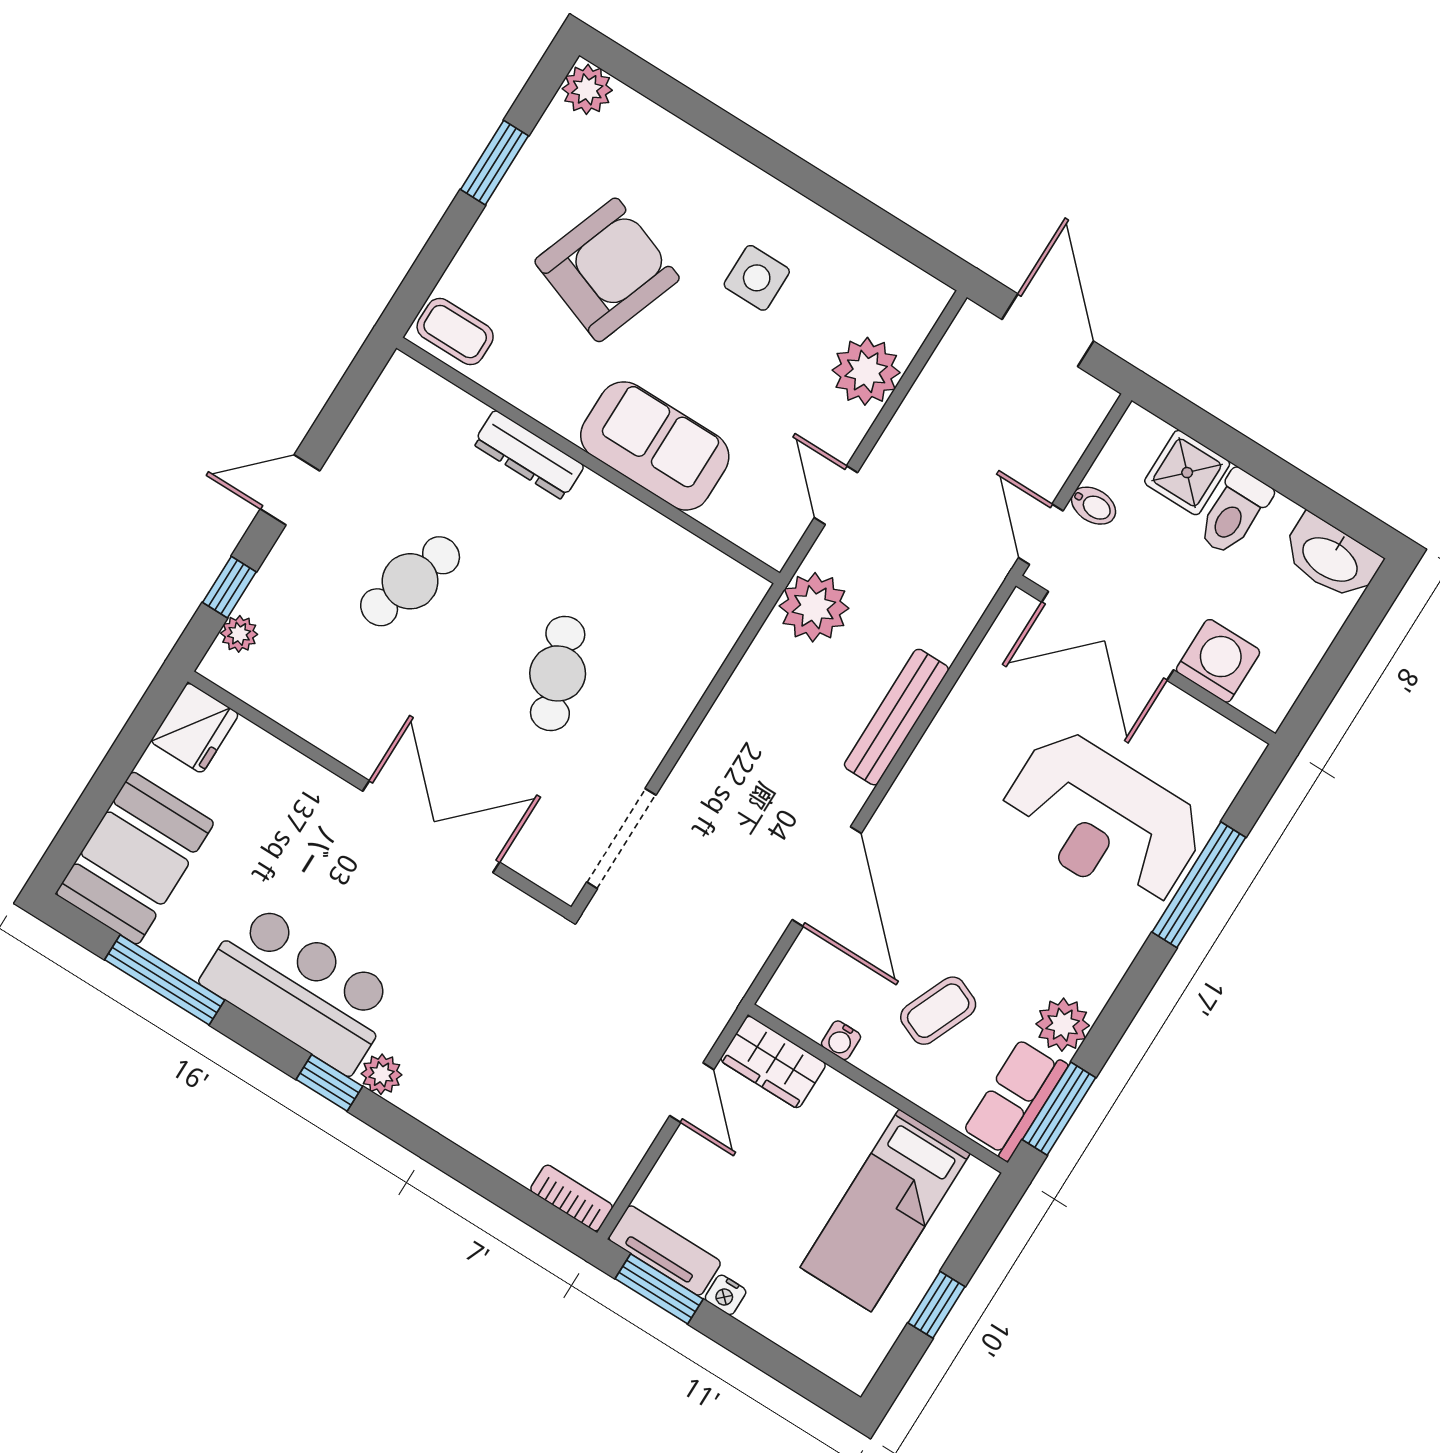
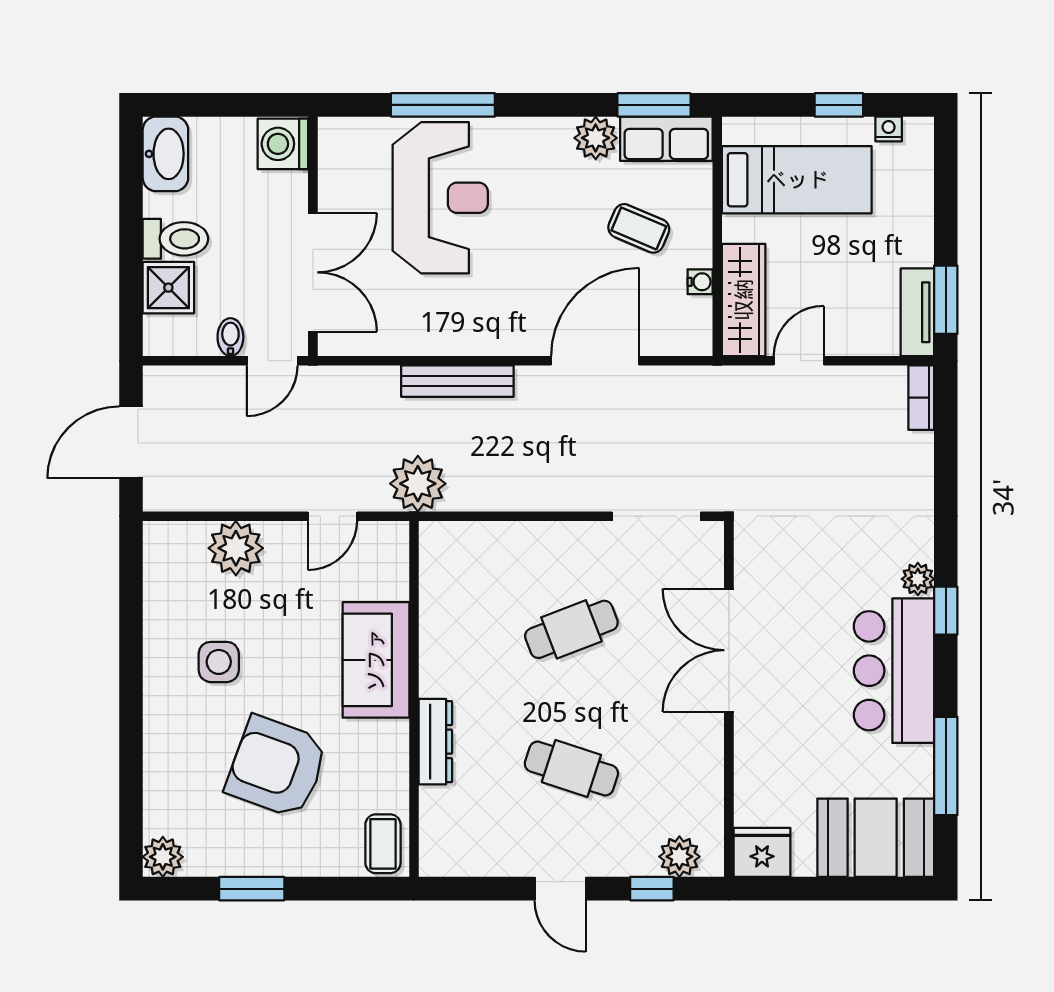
plant: (239, 634) -> (679, 857), width x1.38, depth x1.38
washing machine: (1218, 661) -> (283, 144), moved
wardrobe: (773, 1062) -> (744, 300), width x1.50
nightstand: (726, 1295) -> (889, 129), moved, turned -90

